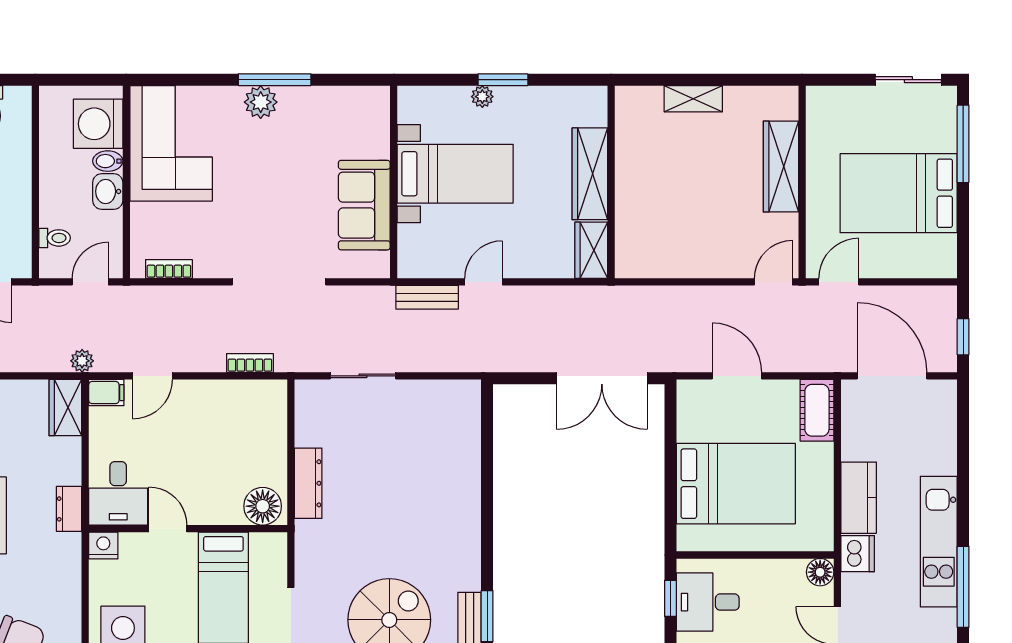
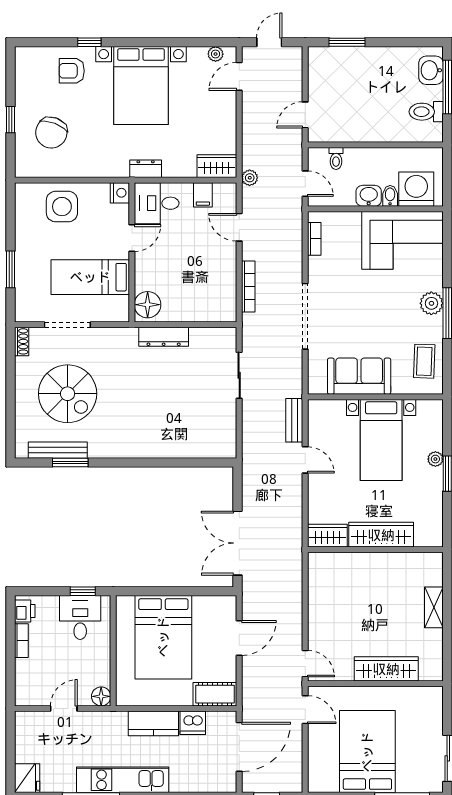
coffee table: (343, 112) -> (424, 361), added
bookcase: (250, 363) -> (248, 287), width x1.56
filing cabinet: (106, 393) -> (203, 195), moved
dishwasher: (858, 554) -> (193, 723), moved

